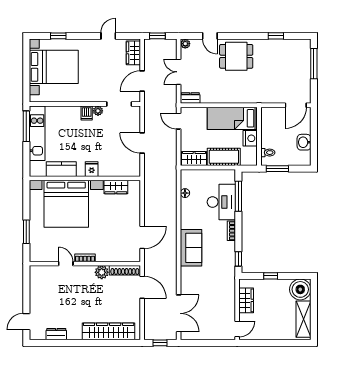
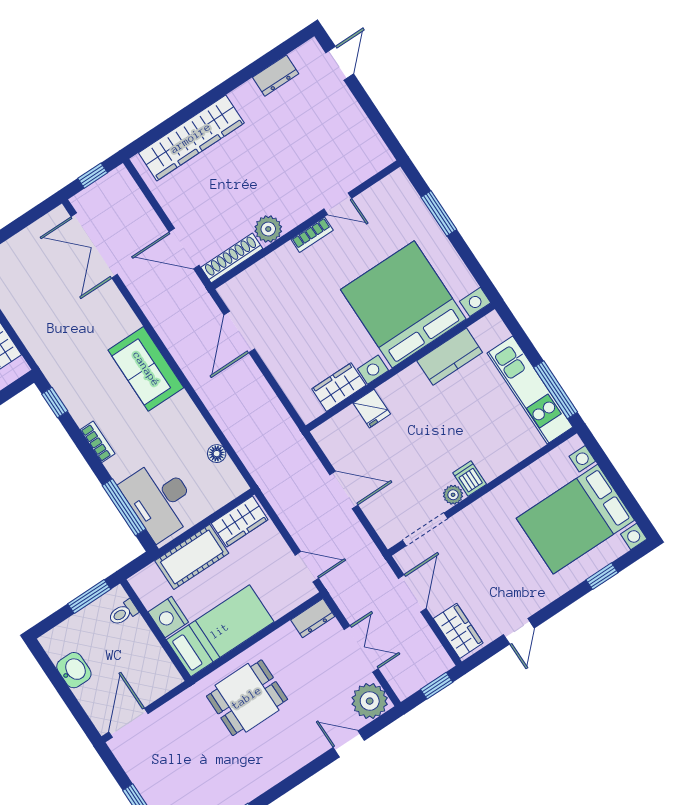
plant: (185, 44) -> (370, 701), width x1.88, depth x1.88
dining table: (236, 56) -> (247, 698), moved
fridge: (92, 169) -> (372, 409), moved
desk: (221, 202) -> (160, 499), moved

